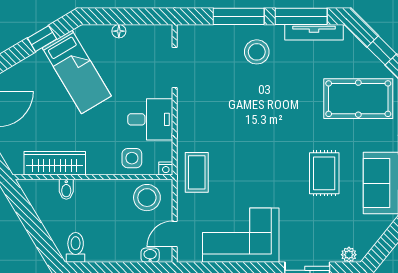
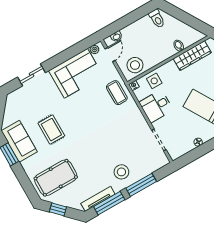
plant: (349, 255) -> (94, 49), moved

